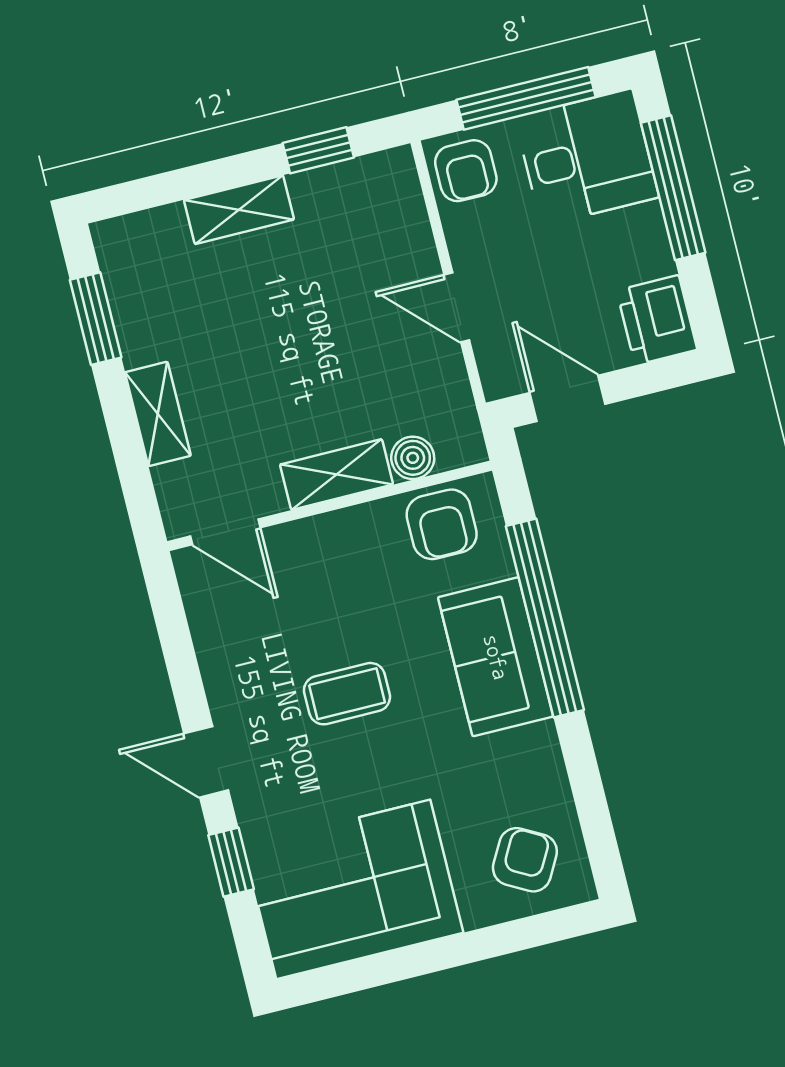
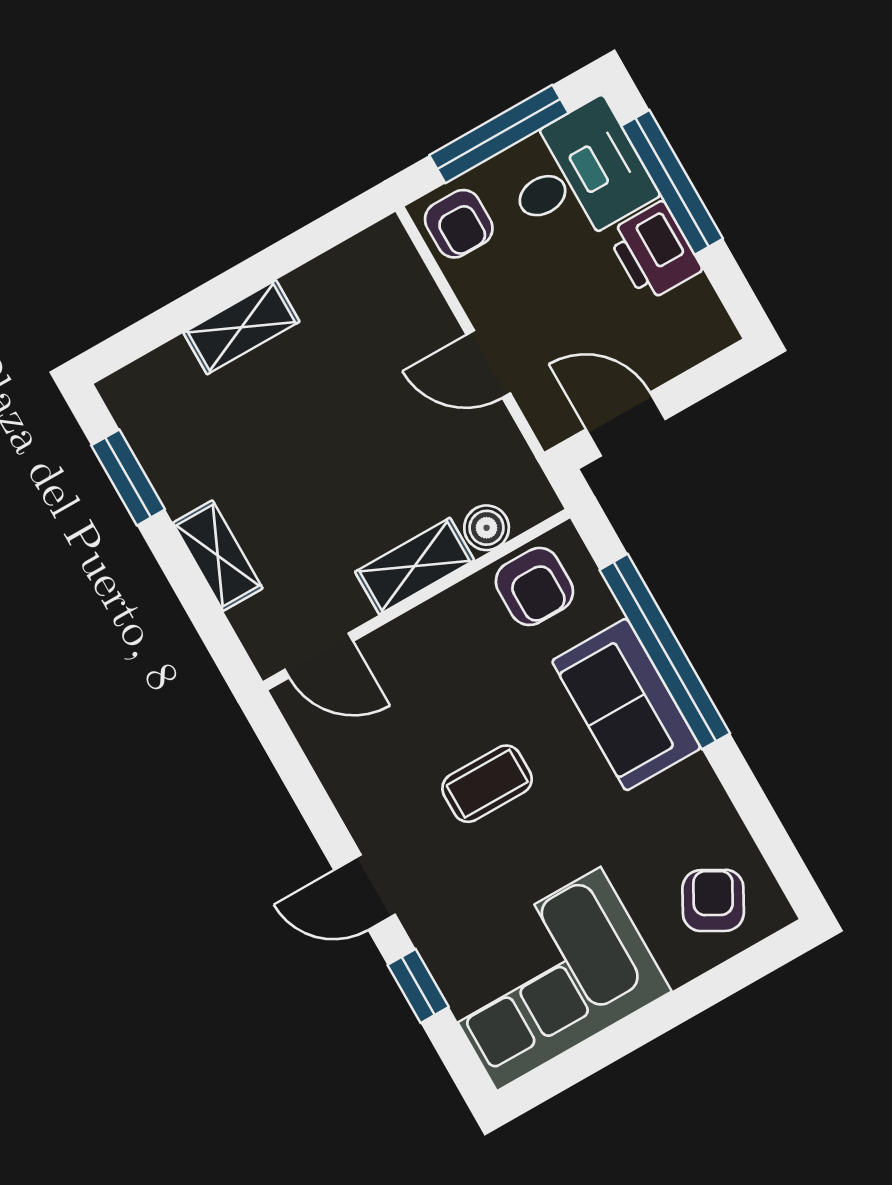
window: (318, 150) -> (304, 245), removed
printer: (657, 320) -> (654, 252), moved

